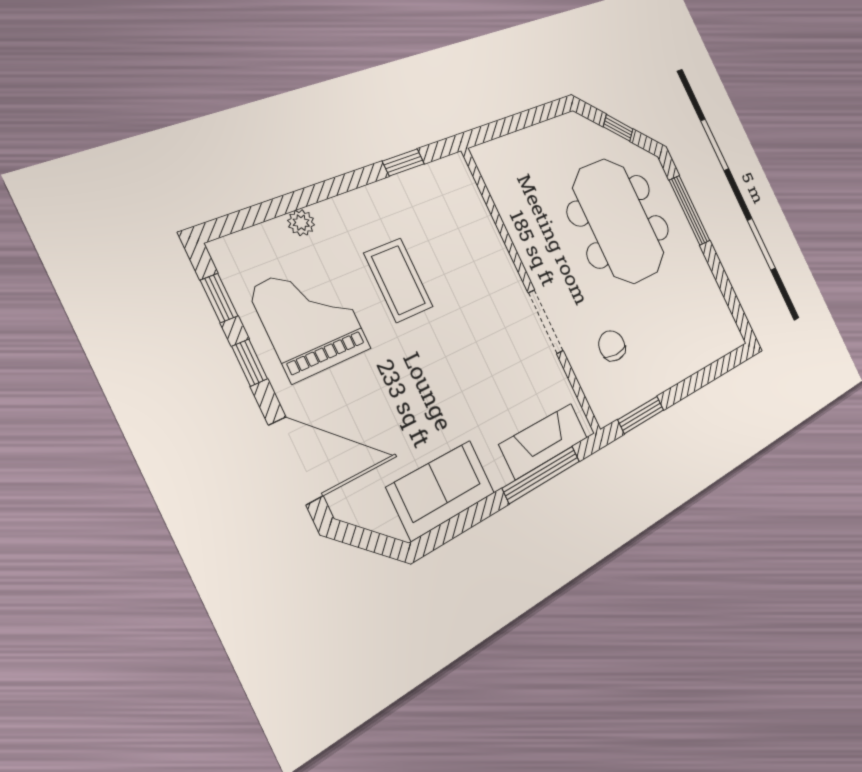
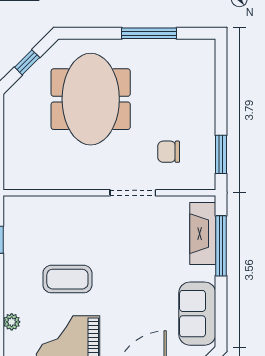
window: (689, 210) -> (149, 33), moved
meeting table: (619, 221) -> (91, 99), turned 90

